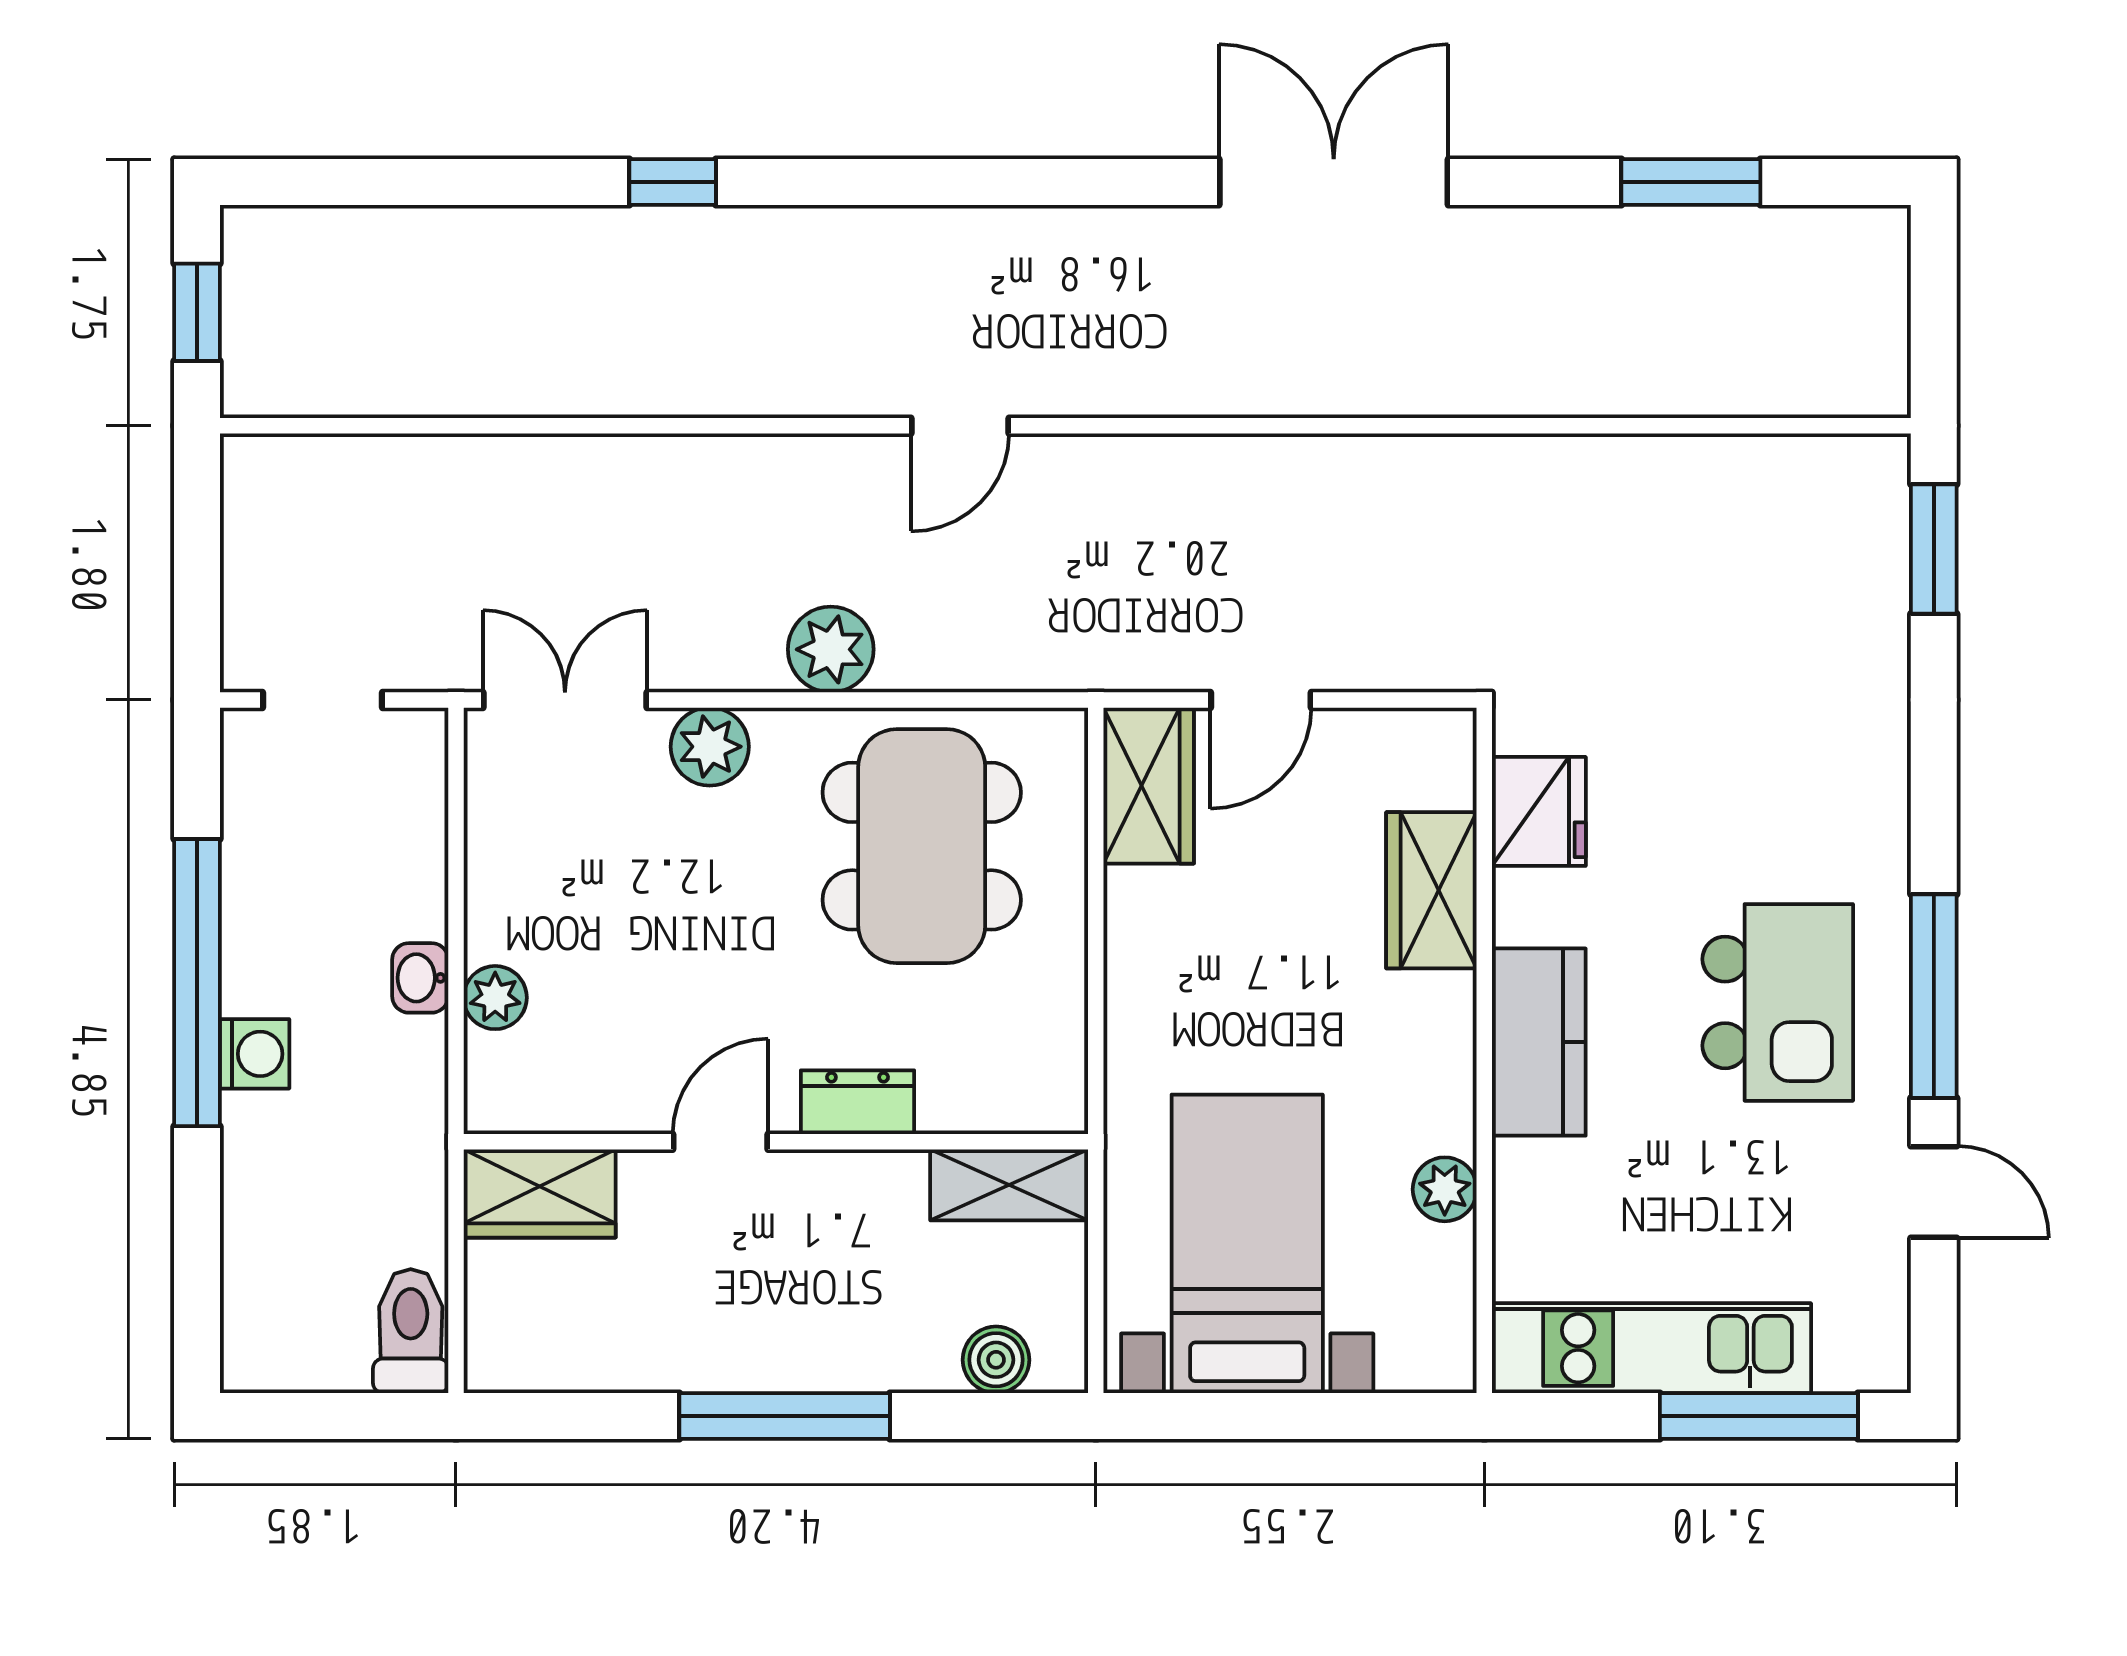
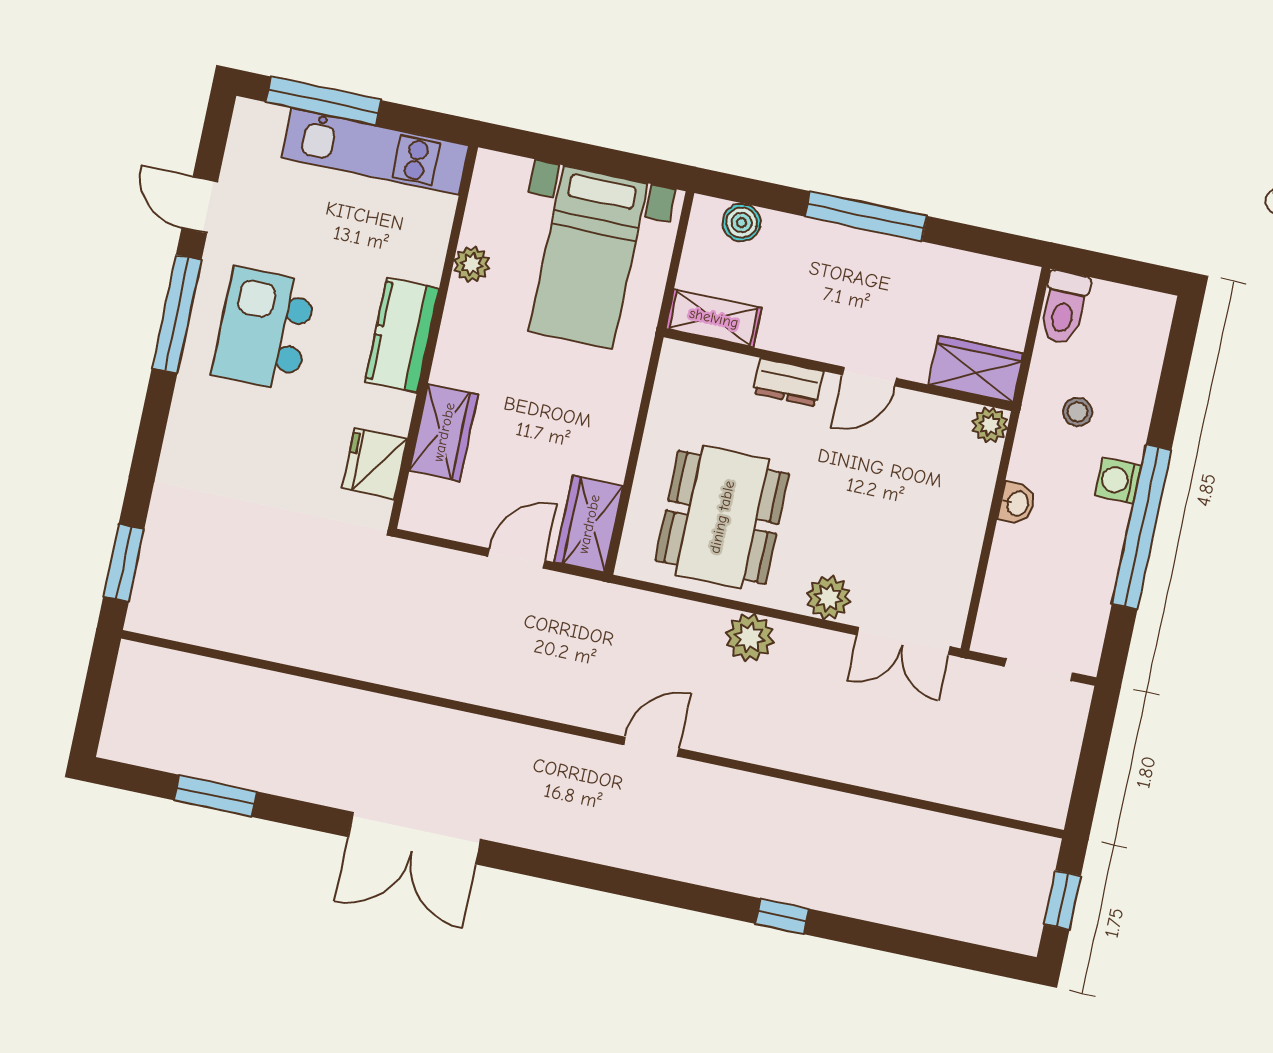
plant: (495, 998) -> (990, 425), moved
stool: (349, 1157) -> (1078, 412), added

